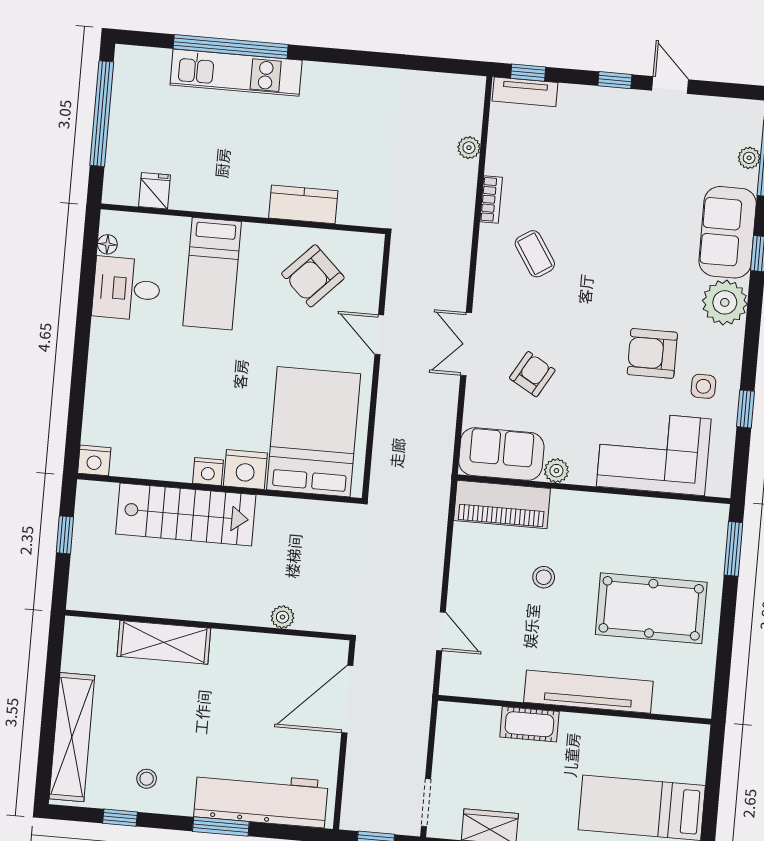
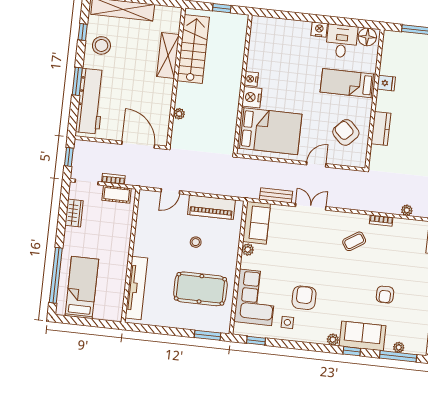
fridge: (154, 191) -> (386, 83), moved
floor lamp: (107, 244) -> (367, 37), width x1.89, depth x1.89
plant: (725, 302) -> (333, 340), width x0.53, depth x0.53
armchair: (532, 374) -> (385, 295), moved, turned 60
window: (746, 409) -> (256, 341), moved
bench: (444, 415) -> (276, 195), added
nightstand: (94, 460) -> (319, 30), moved, turned 90
piano: (502, 505) -> (211, 207), moved, turned -90
stairs: (186, 514) -> (193, 49), moved, turned 180
pool table: (651, 608) -> (200, 289), moved, turned 90
tv unit: (588, 692) -> (136, 288), moved
cot: (529, 724) -> (117, 194), moved, turned 90
bookcase: (419, 748) -> (113, 179), added
stool: (147, 779) -> (101, 45), width x1.89, depth x1.89

